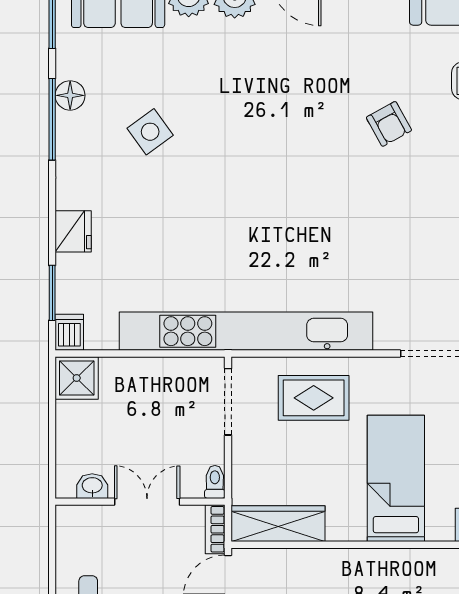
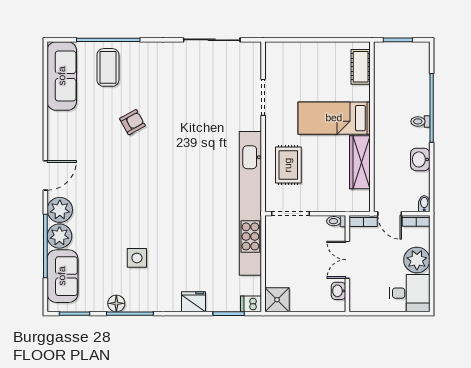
side table: (150, 132) -> (137, 258), turned 36
wardrobe: (278, 524) -> (360, 162), moved

